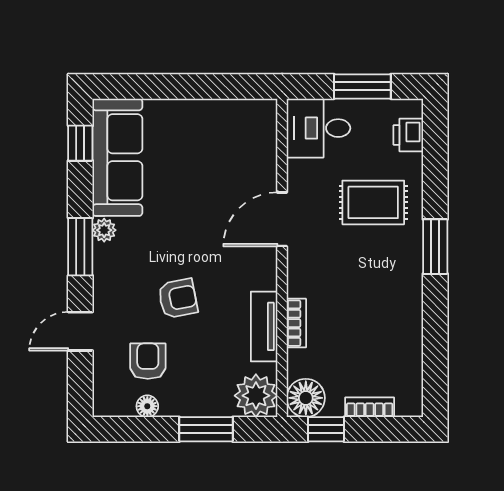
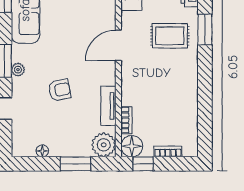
plant: (104, 230) -> (18, 70), moved
window: (435, 247) -> (205, 30), moved
bookcase: (296, 323) -> (126, 120), moved
armchair: (148, 361) -> (43, 125), removed

